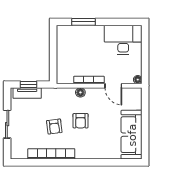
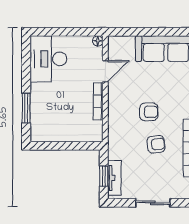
floor lamp: (80, 92) -> (114, 112), removed

